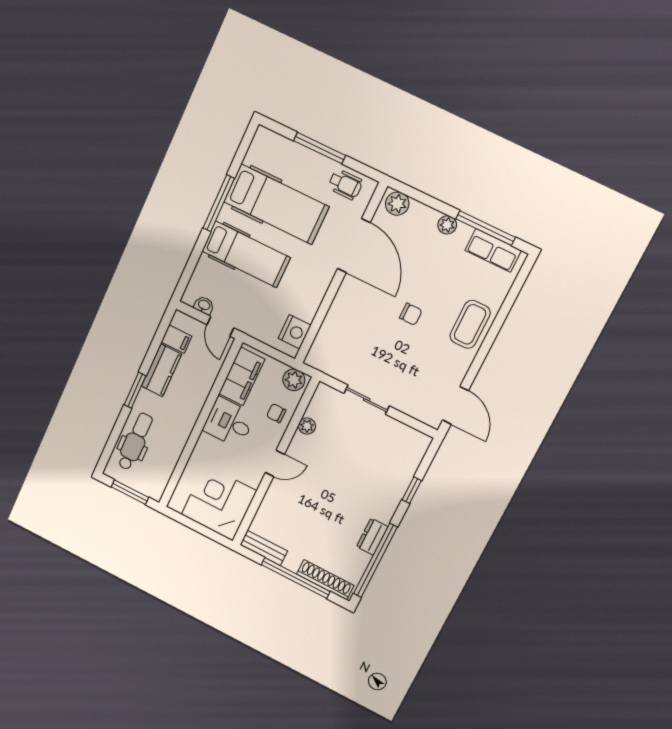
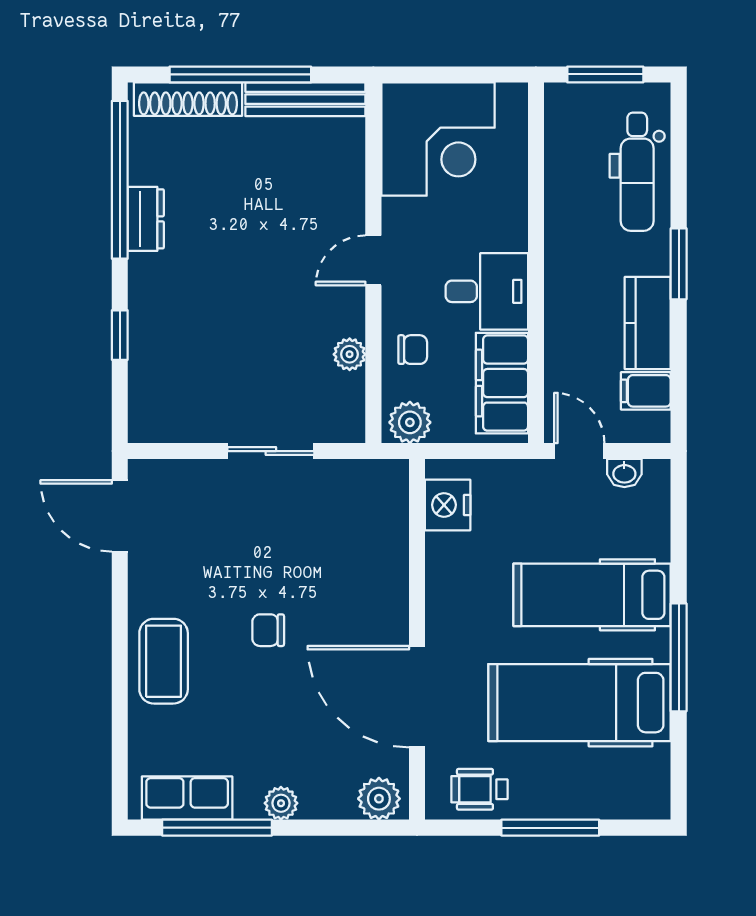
bench: (264, 548) -> (305, 99), width x1.36

